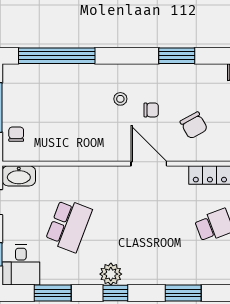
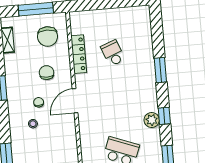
chair: (194, 125) -> (47, 73), turned -61

